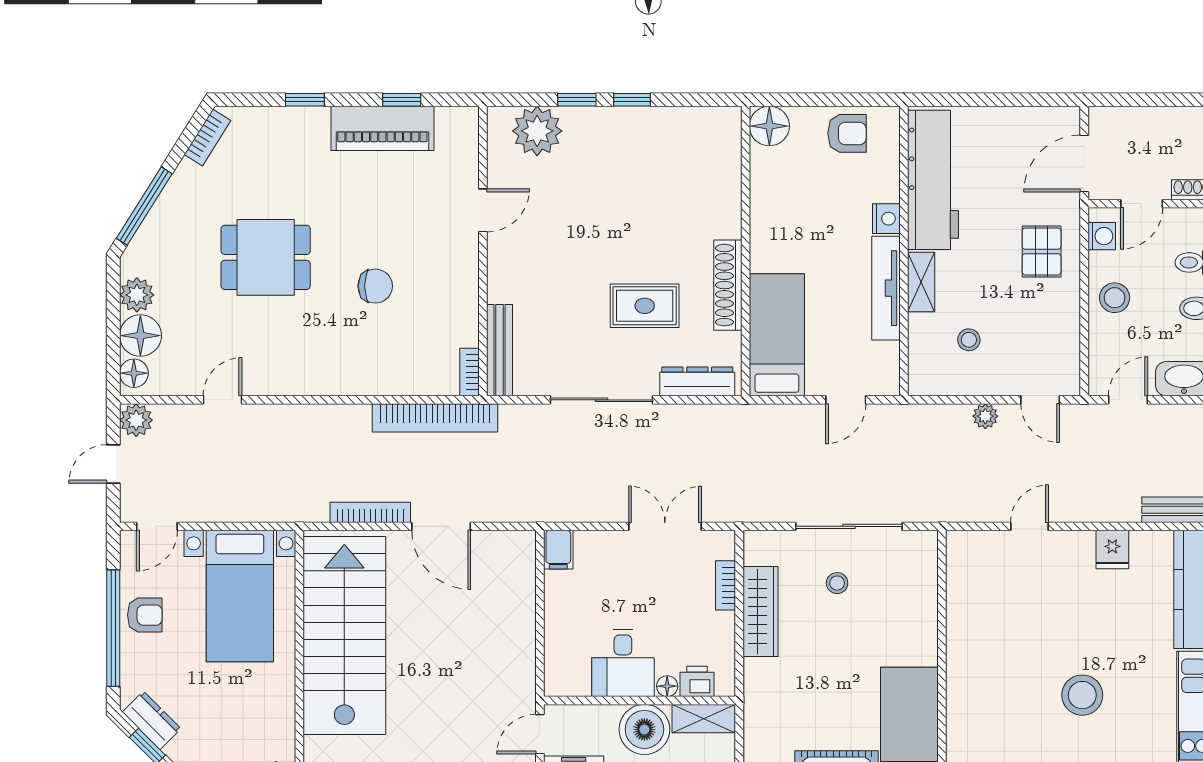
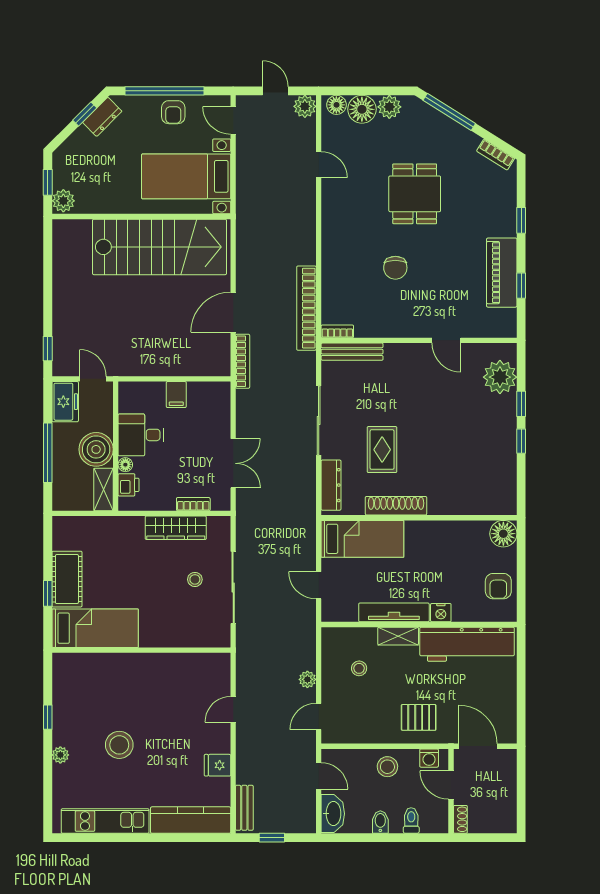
bookcase: (370, 512) -> (243, 361), moved
door: (1030, 526) -> (233, 709), swing flipped
filing cabinet: (558, 550) -> (176, 395), moved, turned -90

